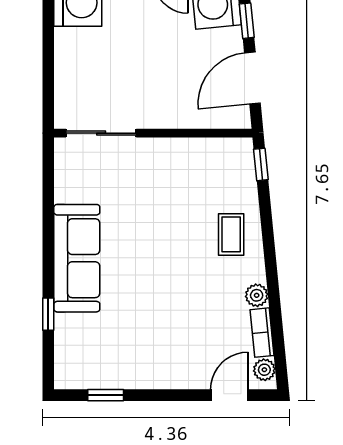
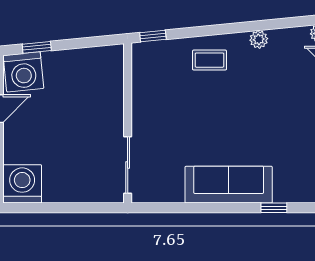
door: (252, 78) -> (83, 43), removed
bookcase: (262, 333) -> (289, 35), removed

